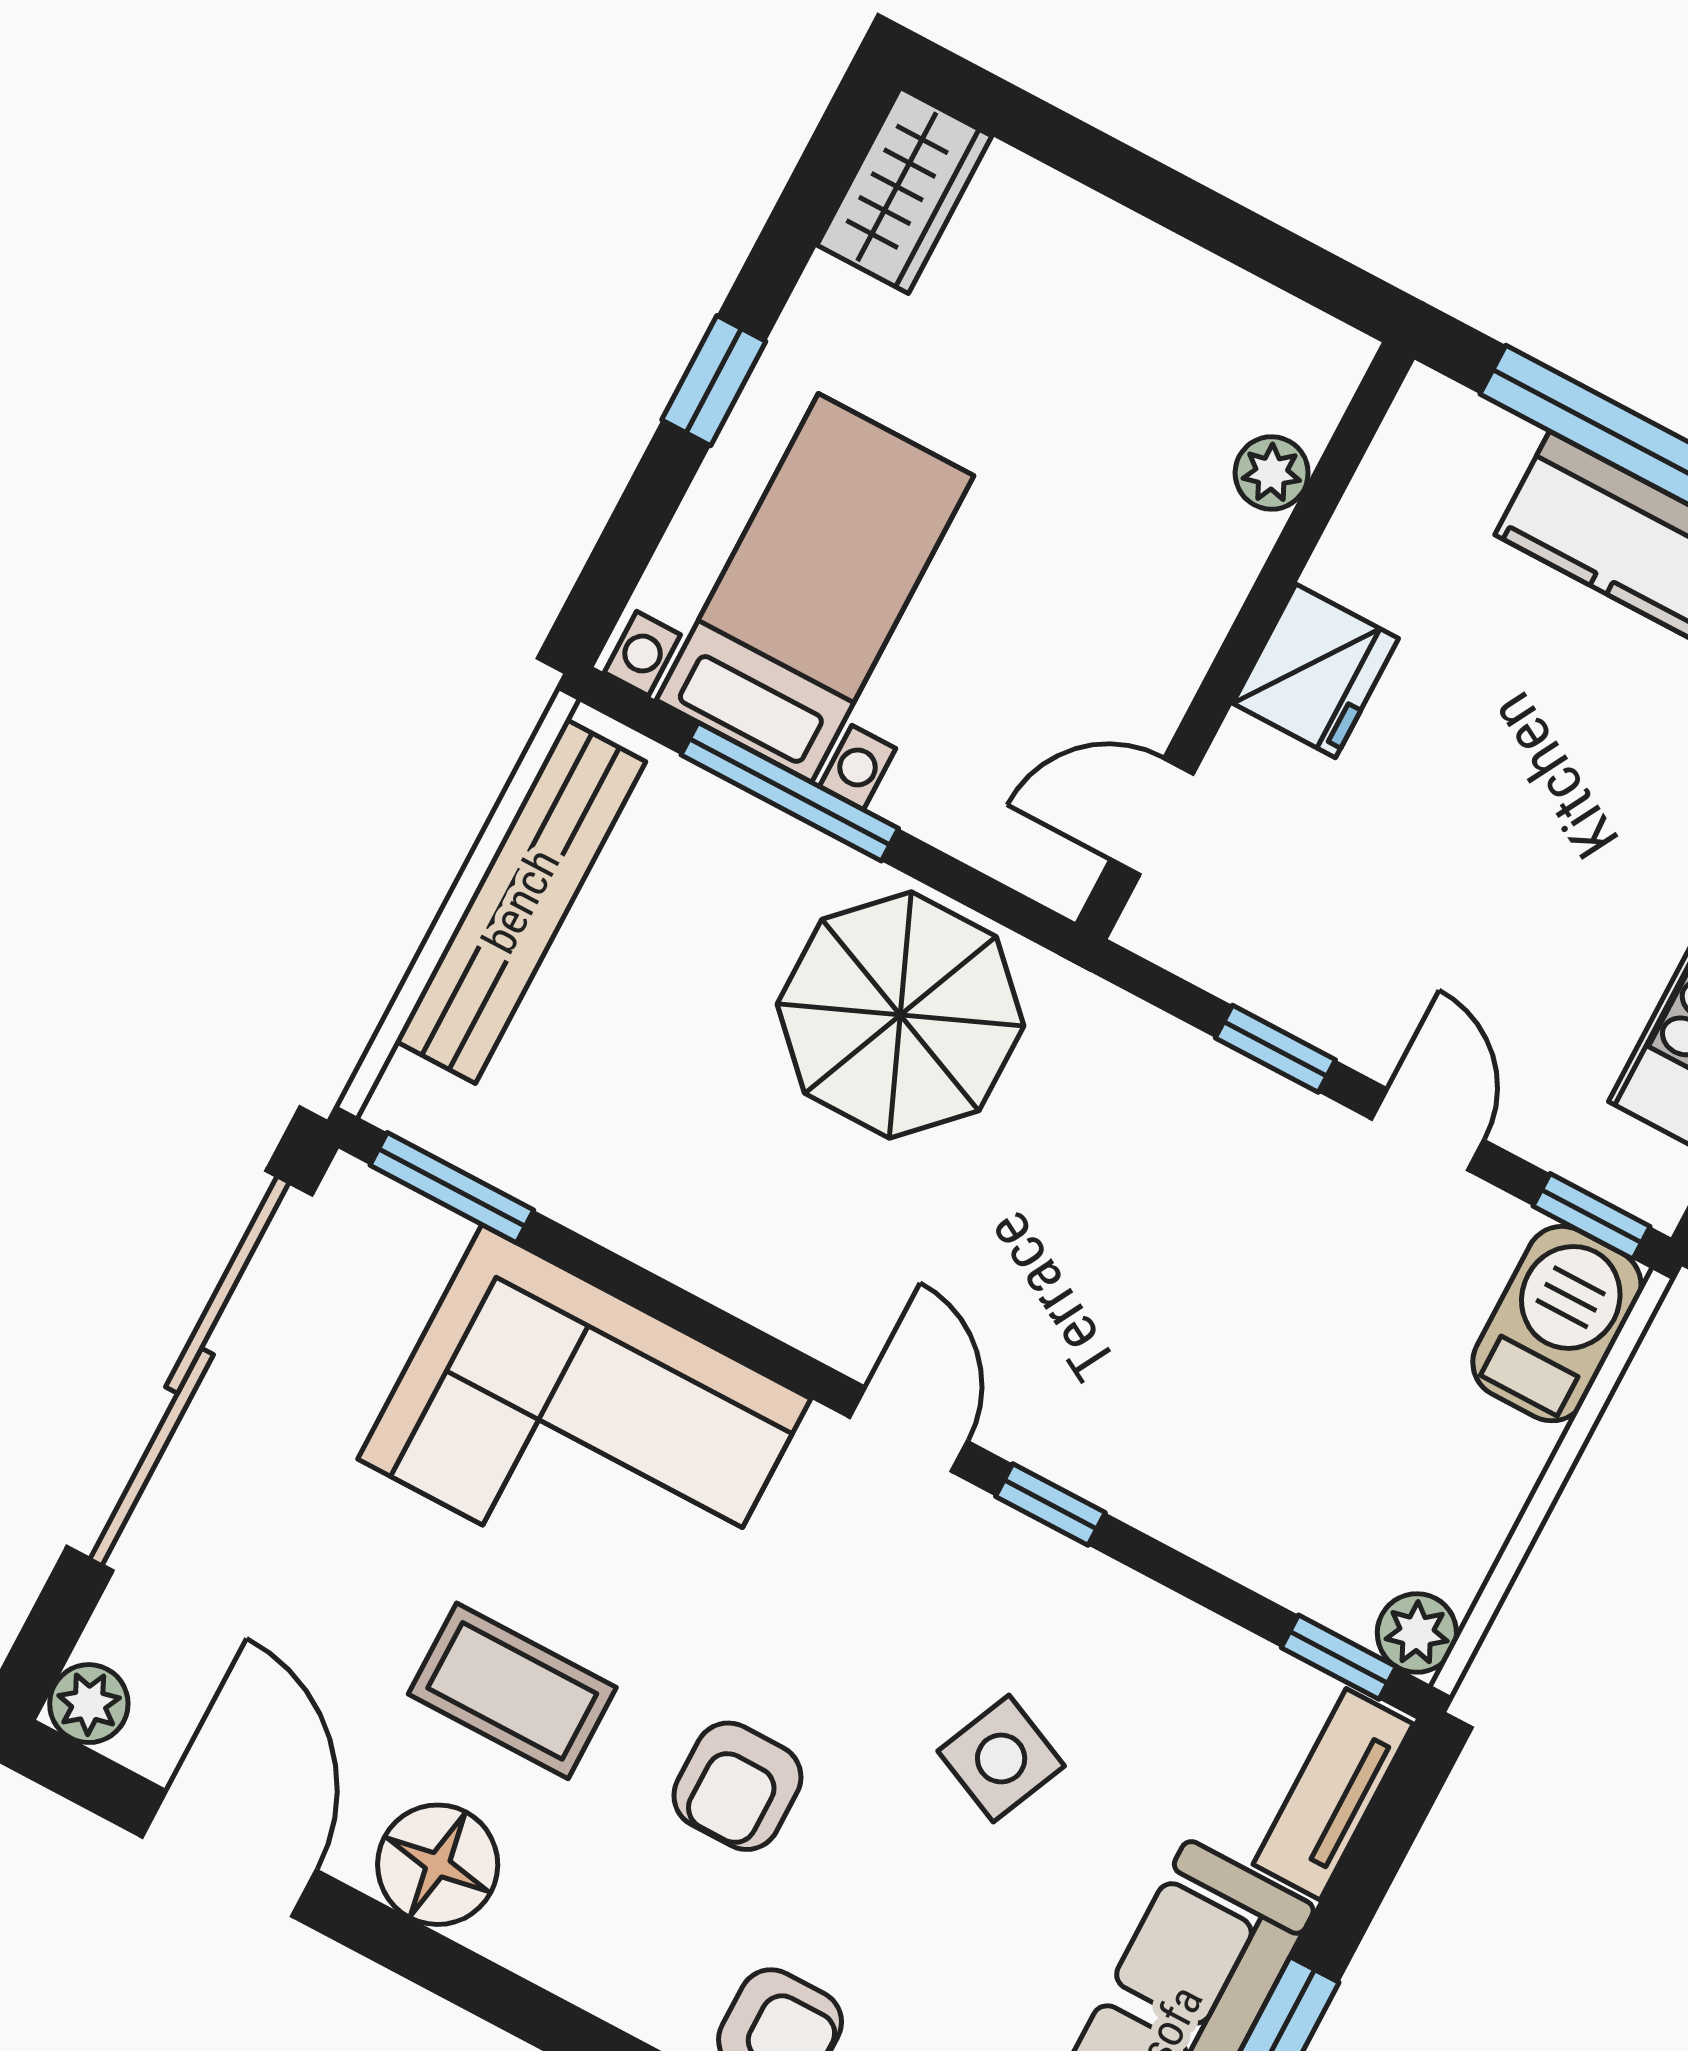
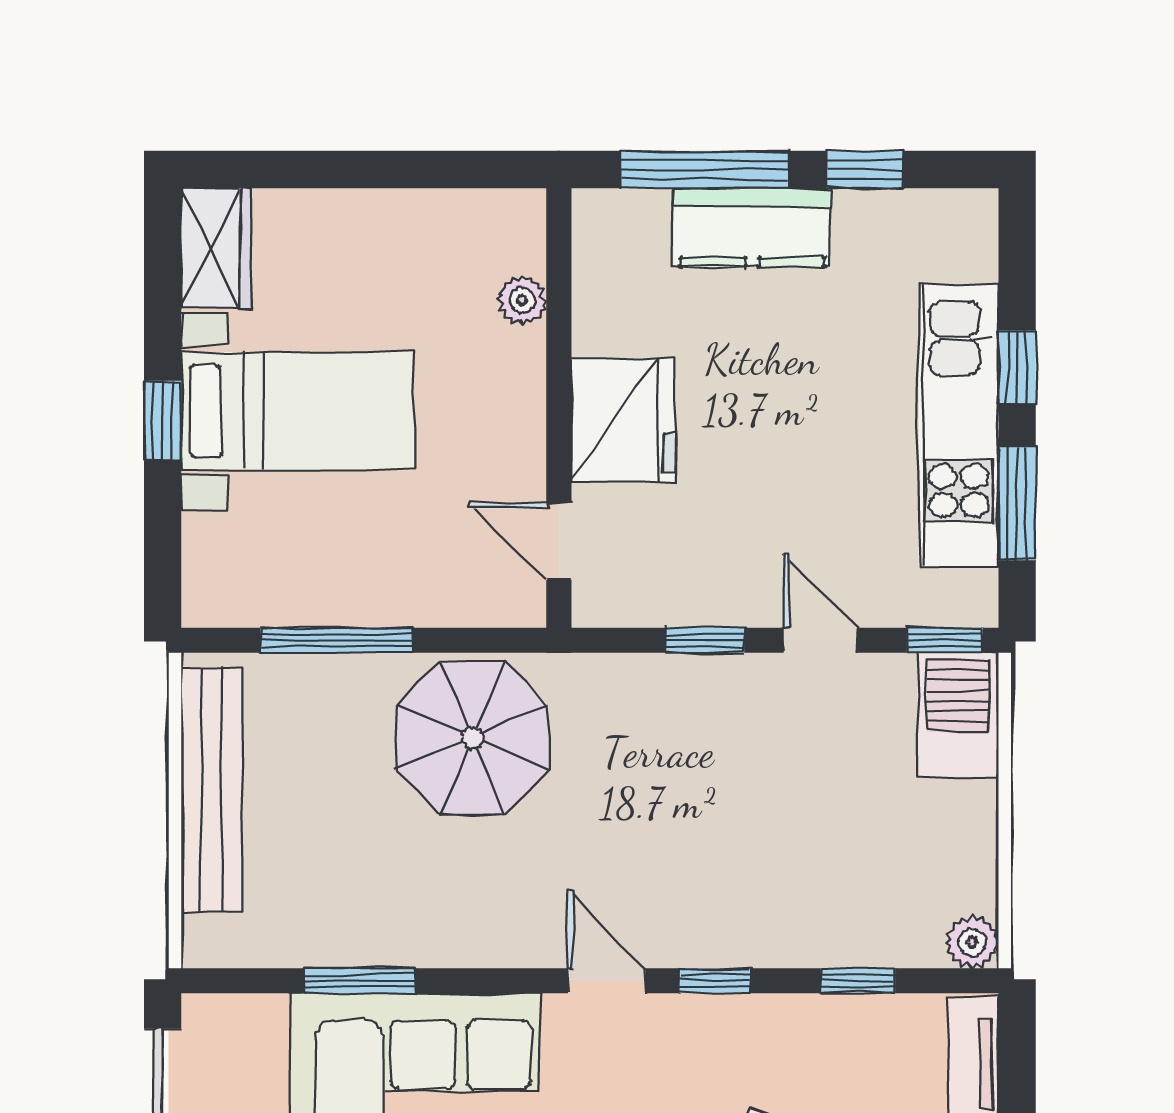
bed with nightstands: (815, 588) -> (297, 411), moved, turned 90
fridge: (1316, 671) -> (623, 420), width x1.36, depth x1.34
door: (1152, 817) -> (559, 541), hinge flipped
window: (452, 1188) -> (360, 981), moved
window: (1339, 1657) -> (858, 981), moved

